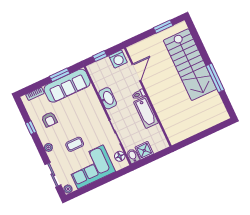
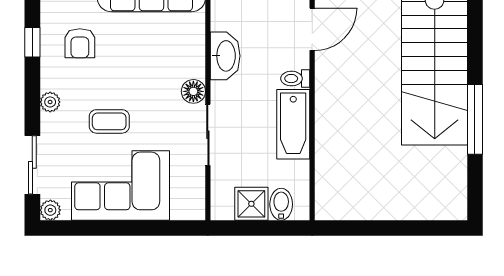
floor lamp: (120, 156) -> (193, 91), moved
bidet: (133, 156) -> (281, 204), moved

